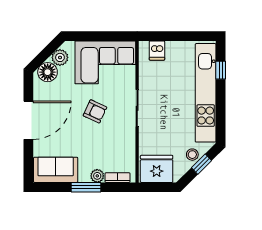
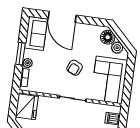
door: (28, 120) -> (62, 17), moved

